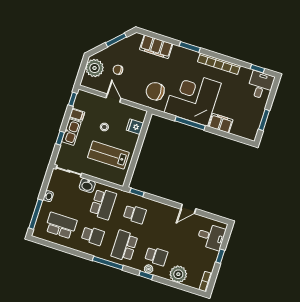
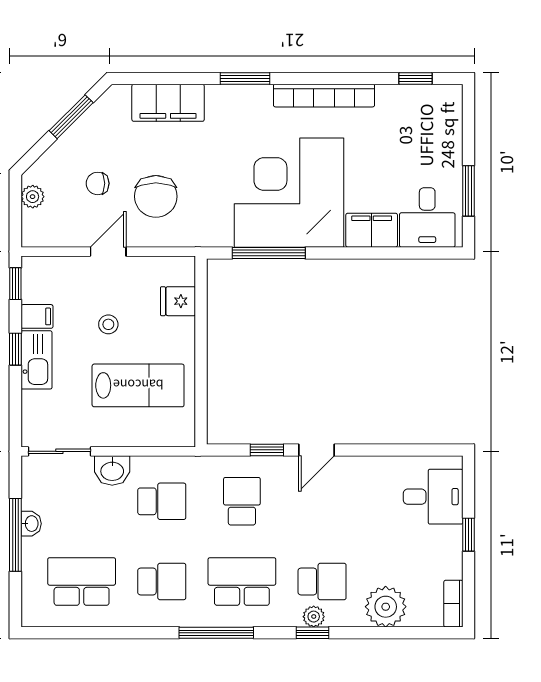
plant: (95, 68) -> (33, 197), width x0.53, depth x0.53
desk: (261, 85) -> (427, 217), moved, turned 180
chair: (155, 91) -> (156, 196), moved, turned -90
door: (114, 98) -> (108, 252), hinge flipped
window: (190, 123) -> (269, 253), moved
window: (60, 138) -> (15, 349), moved
lab bench: (108, 155) -> (138, 385), turned 180
window: (137, 192) -> (267, 450), moved
school desk: (103, 204) -> (162, 501), width x0.54
door: (188, 209) -> (317, 450), moved
window: (36, 214) -> (15, 535), moved
school desk: (135, 214) -> (242, 501), turned -90
school desk: (125, 246) -> (242, 581), turned 90

